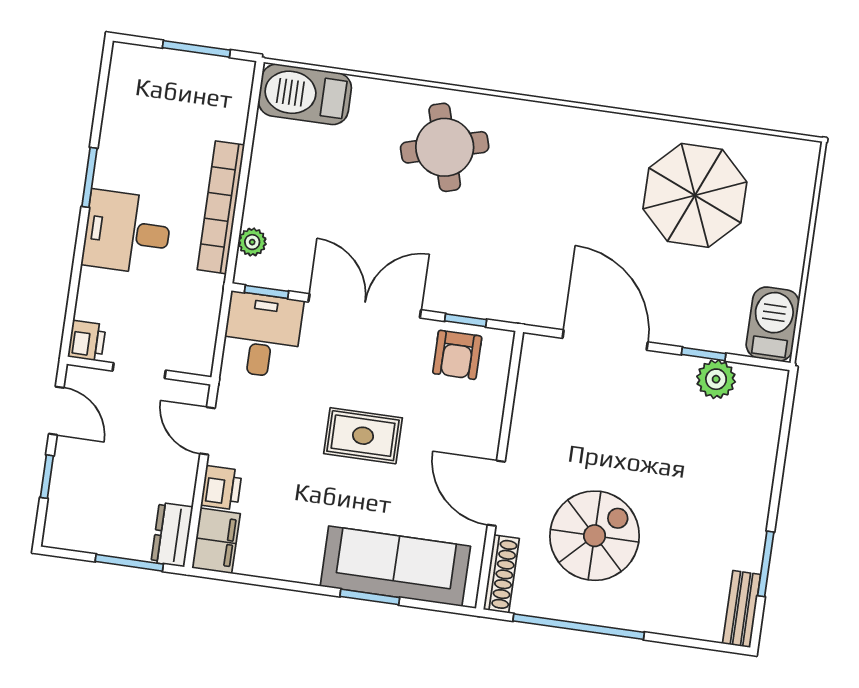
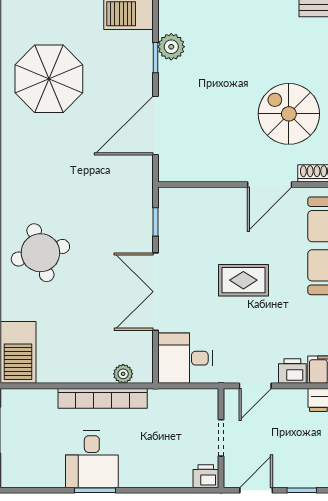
desk: (127, 232) -> (92, 459), moved
window: (266, 292) -> (155, 359), removed
armchair: (457, 355) -> (180, 224), removed
rug: (363, 436) -> (243, 280), turned 90

